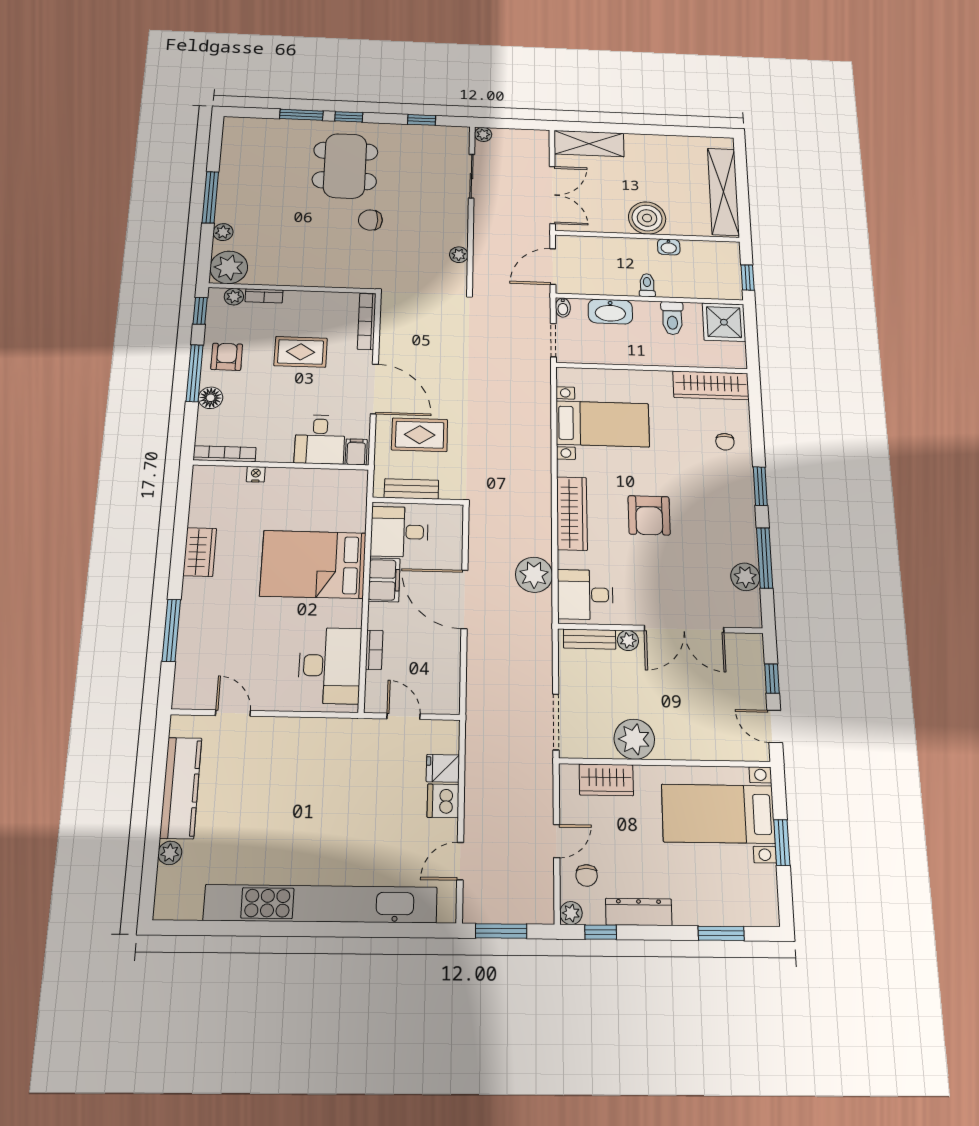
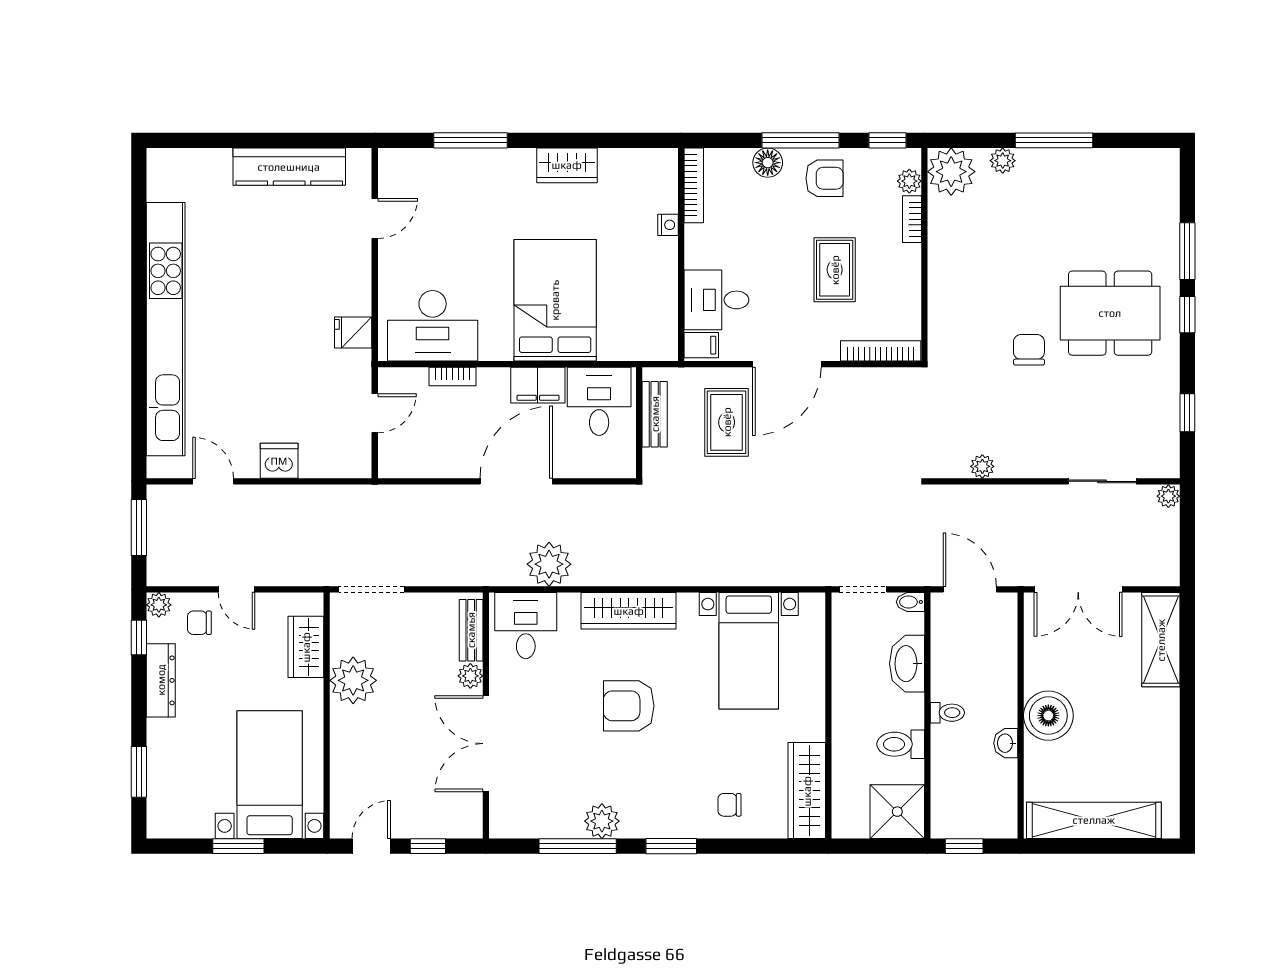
plant: (745, 577) -> (602, 821), moved
fridge: (443, 768) -> (353, 333), moved, turned -90
plant: (170, 853) -> (218, 161), removed

